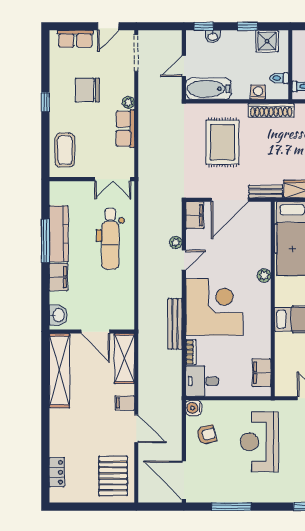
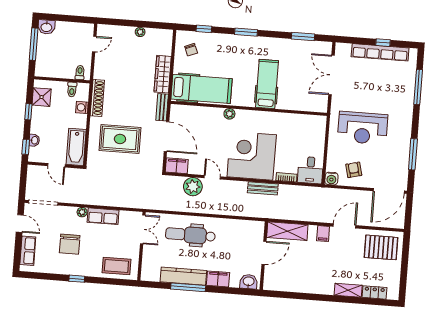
dental chair: (110, 239) -> (190, 235), turned 180
plant: (176, 242) -> (193, 187), width x1.87, depth x1.87
bench: (175, 324) -> (263, 188), width x0.73
shelving: (59, 371) -> (348, 290), moved, width x0.45, depth x0.75
filing cabinet: (262, 373) -> (307, 122), removed

